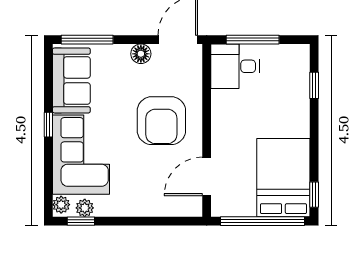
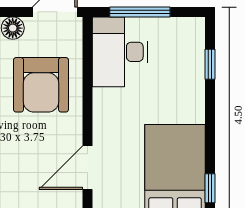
desk: (235, 66) -> (120, 52), width x1.37
armchair: (161, 121) -> (41, 85), moved

